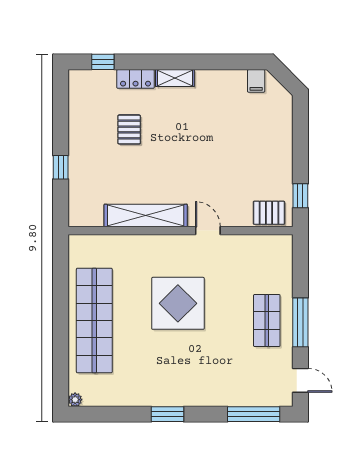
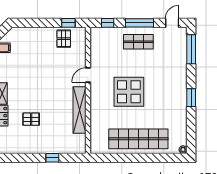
pallet: (269, 213) -> (64, 39), moved
window: (300, 265) -> (108, 23), added

